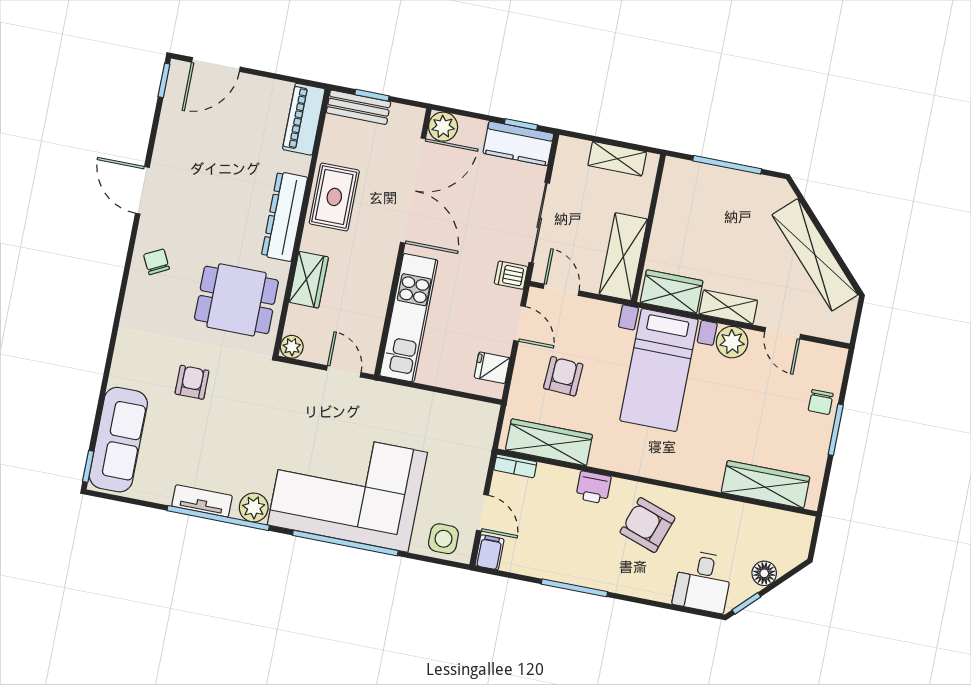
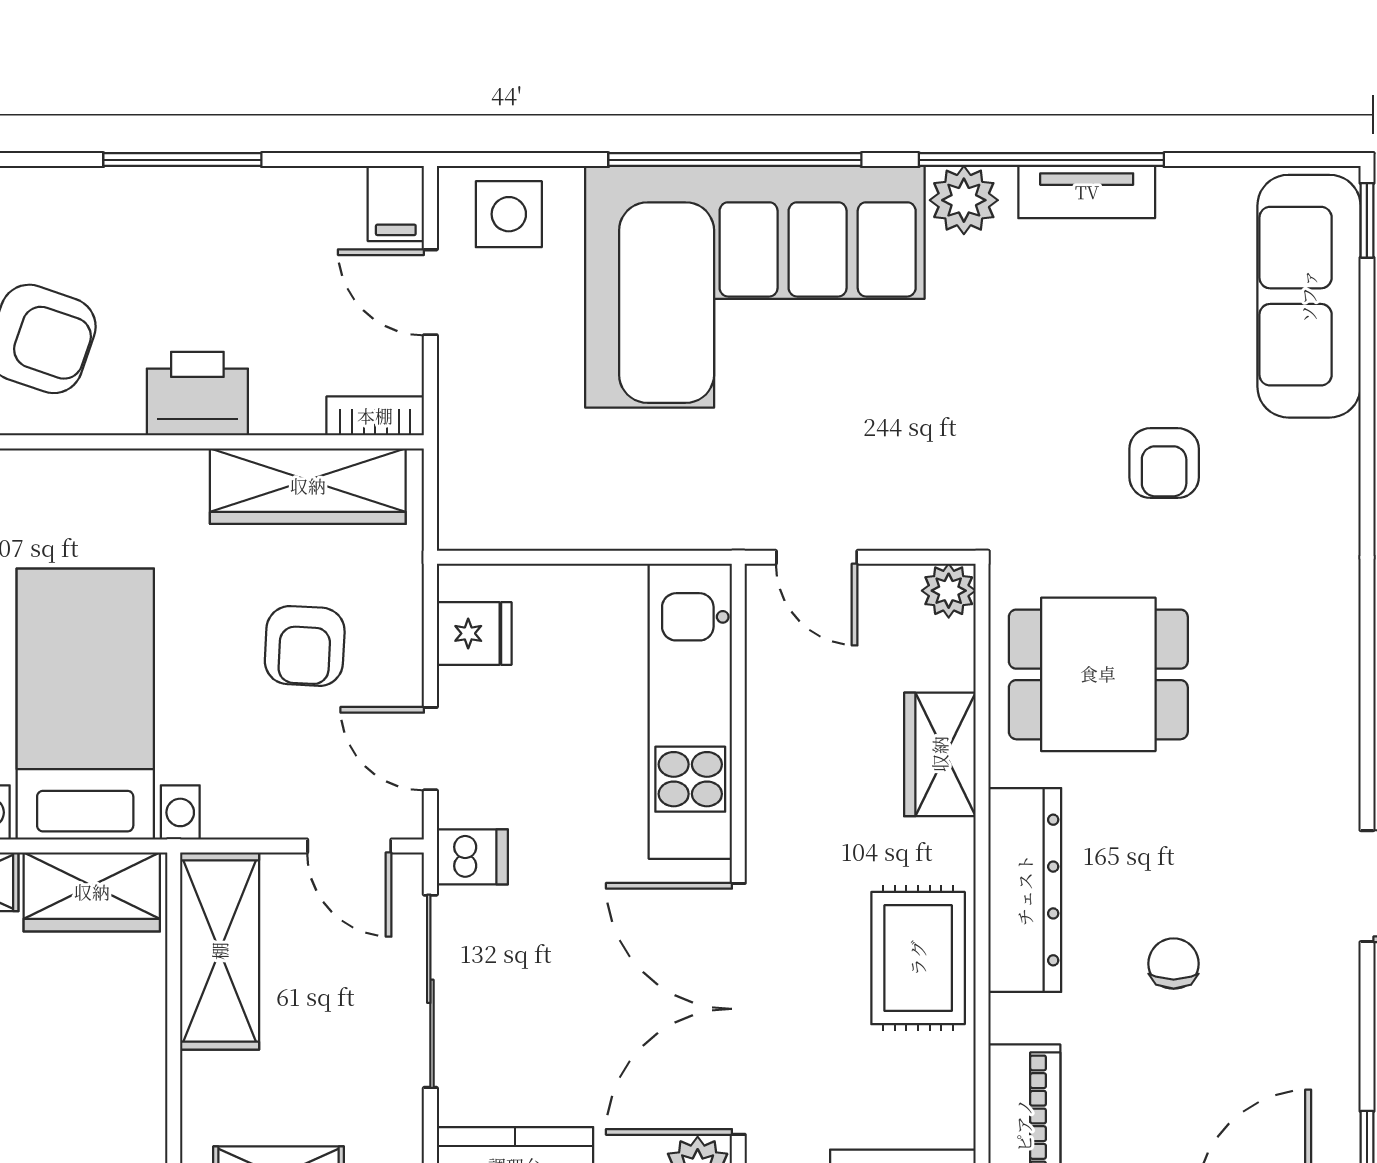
chair: (157, 262) -> (1174, 964), moved, turned -153
printer: (593, 487) -> (197, 394), width x1.36, depth x1.24

